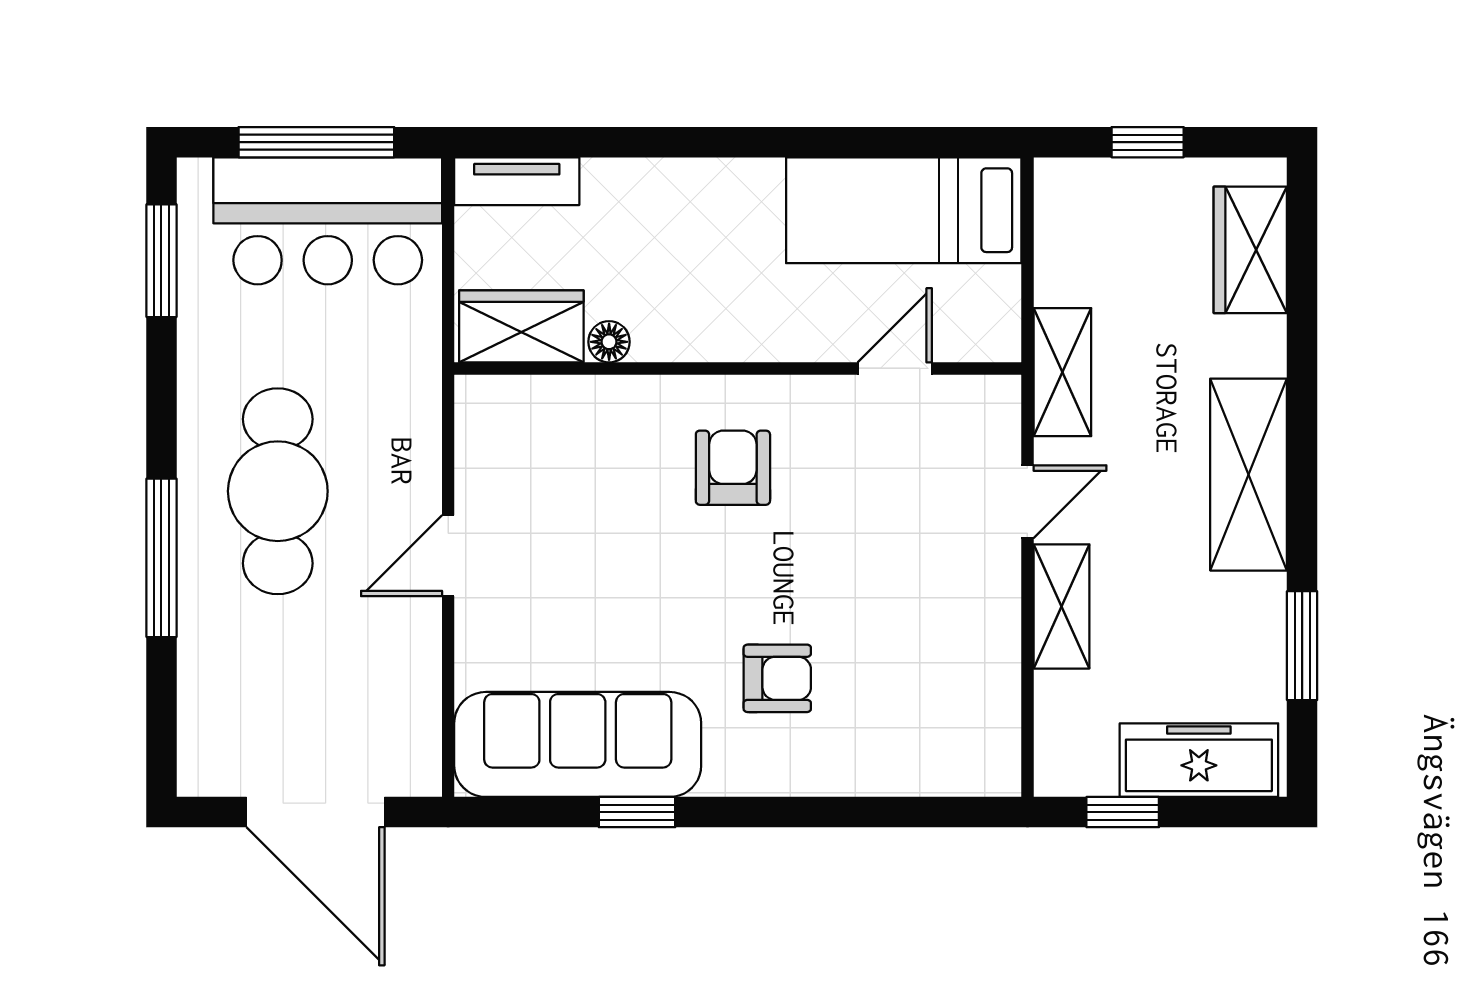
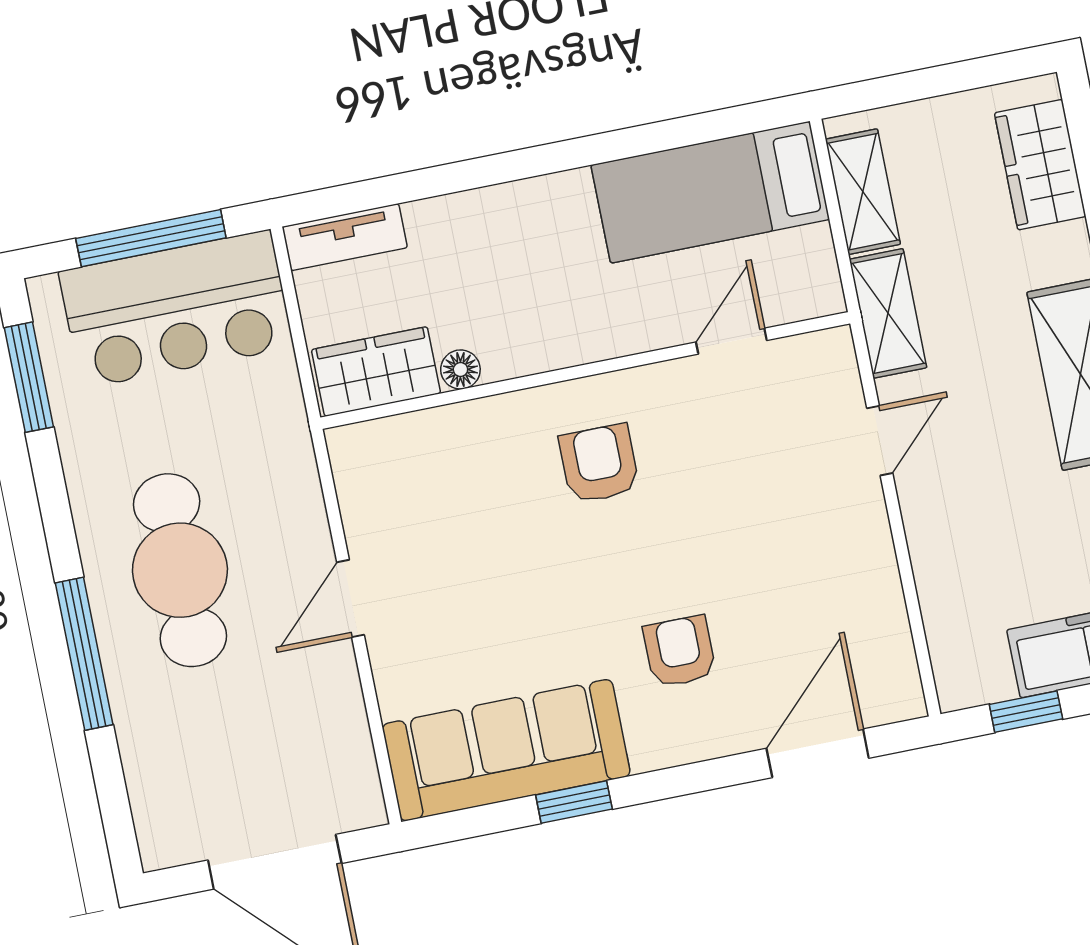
window: (1148, 142) -> (925, 84), removed
shelving: (1061, 606) -> (863, 192), moved
armchair: (777, 678) -> (680, 651), turned -90
door: (899, 812) -> (818, 753), added

